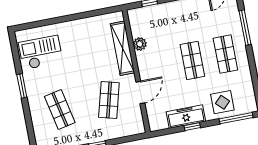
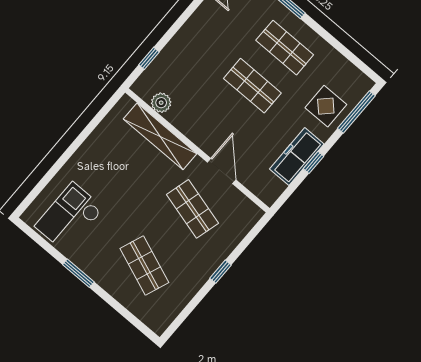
plant: (140, 44) -> (161, 103), moved
shop shelf: (60, 109) -> (144, 265), turned 33

